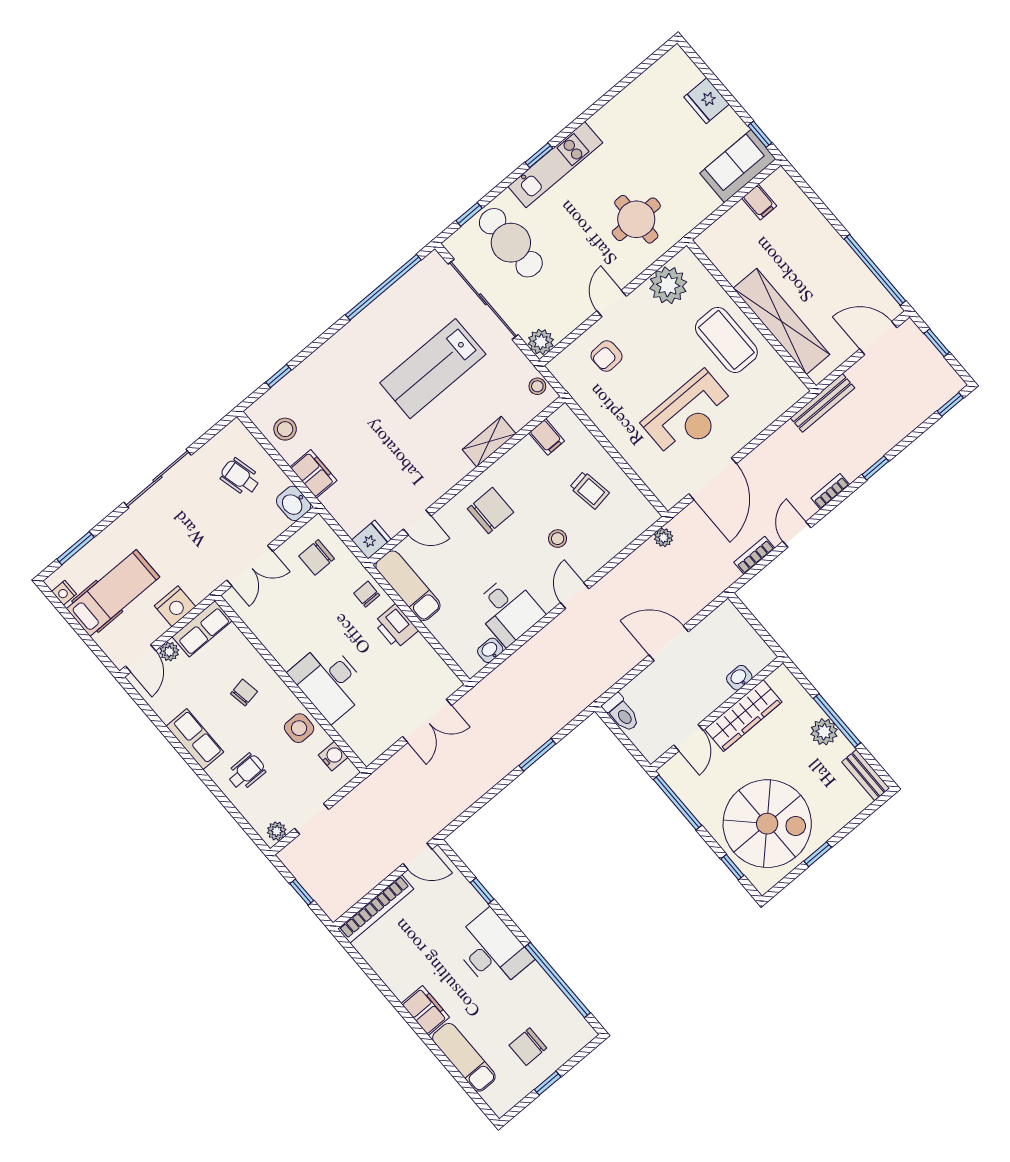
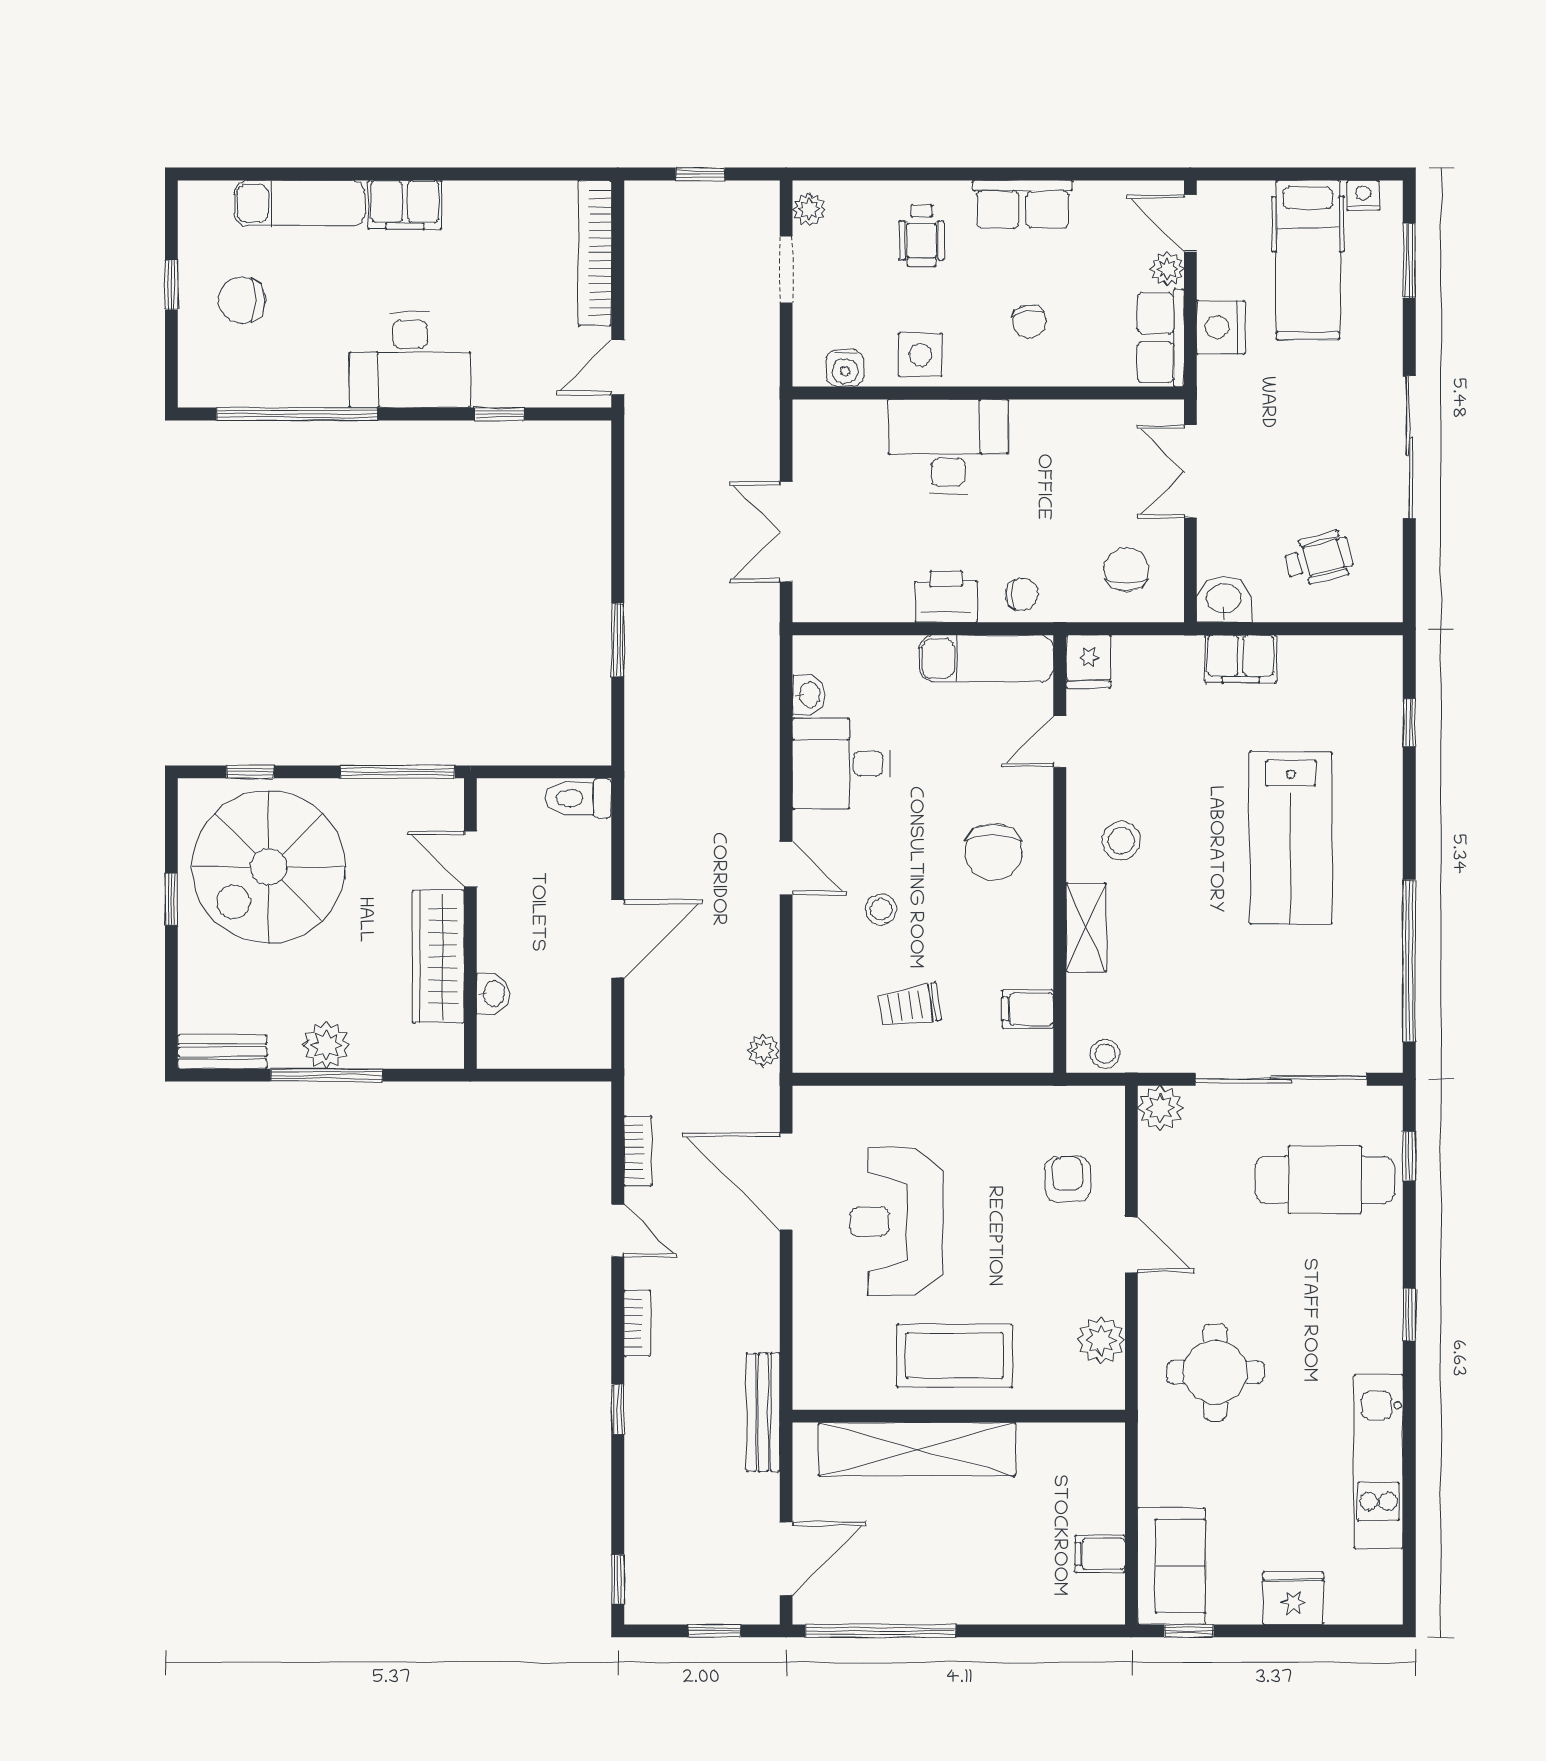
kitchen unit: (555, 165) -> (1378, 1461), moved
plant: (668, 285) -> (1101, 1340), width x0.73, depth x0.73
lab bench: (433, 369) -> (1291, 838), moved, turned 180
stool: (285, 429) -> (1121, 841), moved
chair: (528, 1047) -> (242, 300), turned -90

